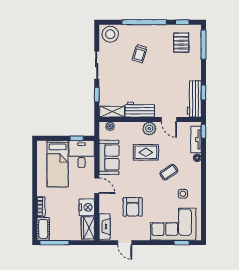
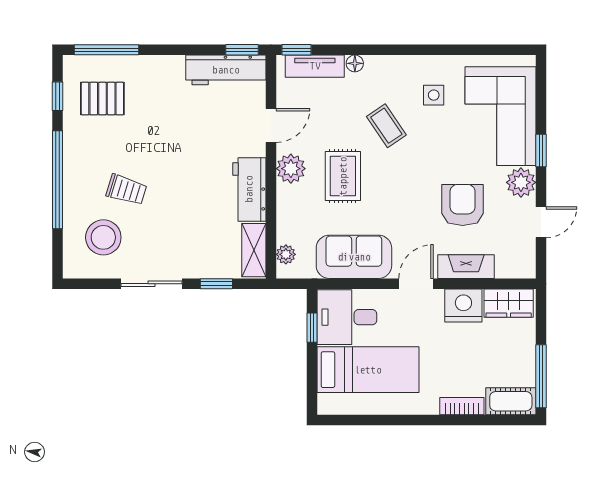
stool: (110, 34) -> (103, 237), moved
window: (203, 93) -> (242, 50), moved
armchair: (133, 207) -> (463, 205), turned -90
fireplace: (105, 227) -> (466, 267), moved
plant: (143, 234) -> (521, 182), added
window: (182, 243) -> (541, 150), moved

